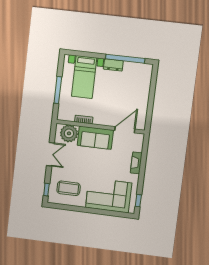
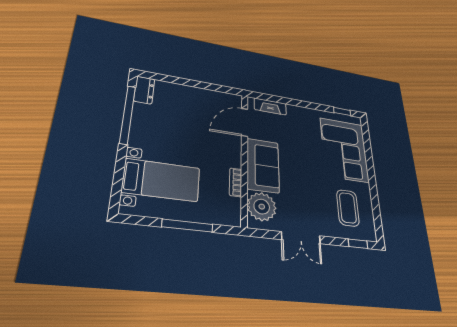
dresser: (113, 65) -> (144, 90), moved
door: (125, 130) -> (245, 122), hinge flipped
double door: (50, 154) -> (301, 238), swing flipped
fireplace: (136, 163) -> (270, 107), moved

